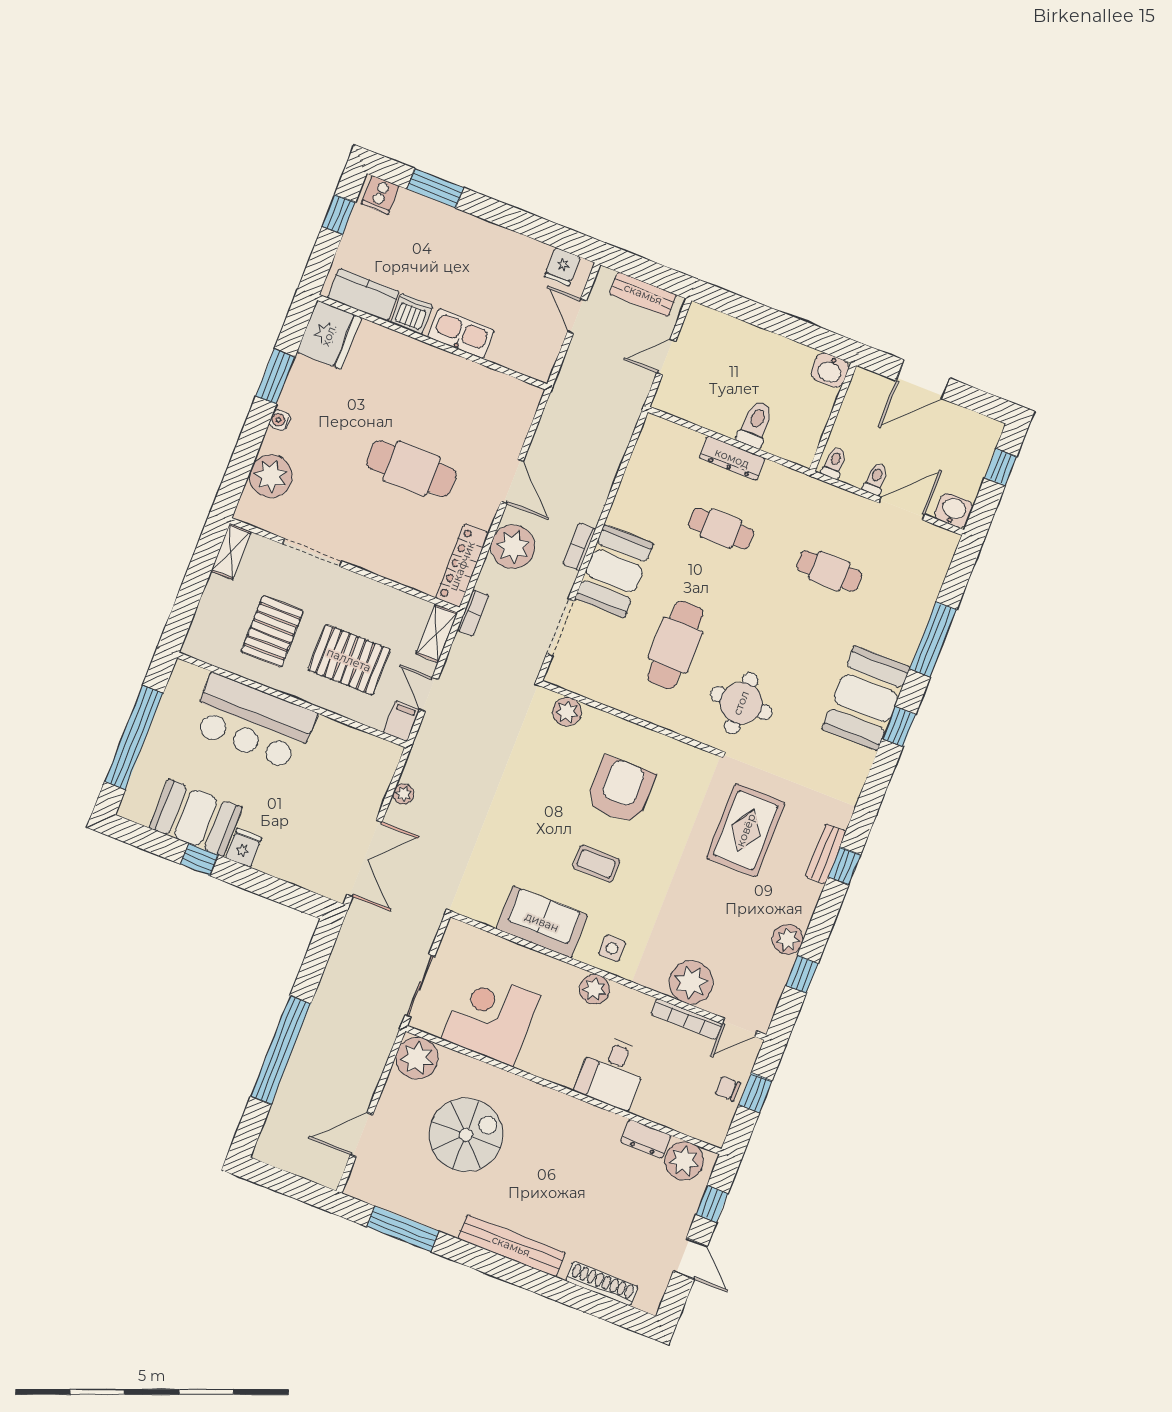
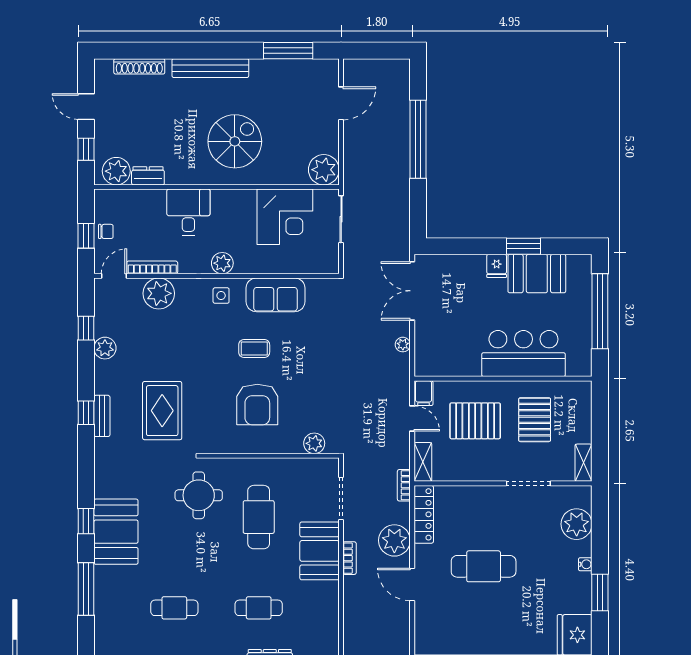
window: (199, 859) -> (524, 246), width x1.50
spiral stairs: (466, 1135) -> (235, 141), moved, turned 180

